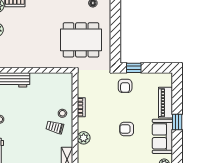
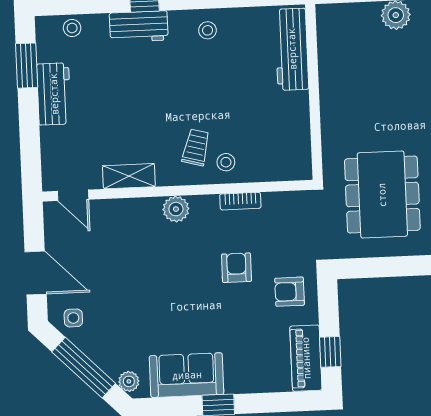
window: (134, 68) -> (330, 352), moved
piano: (165, 103) -> (306, 358), moved, turned -90
armchair: (127, 129) -> (236, 268), moved

